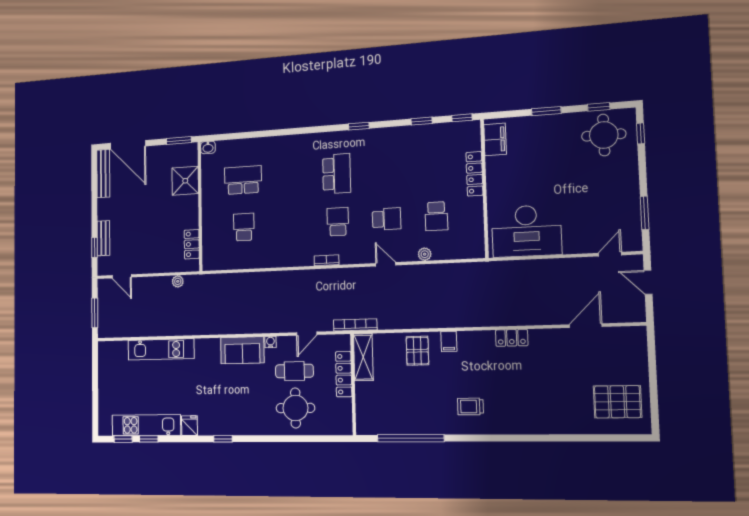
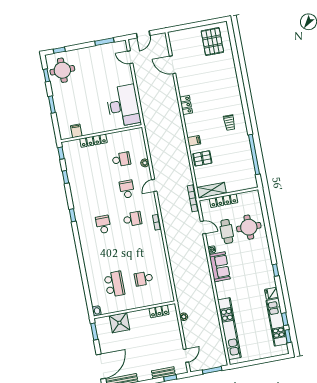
filing cabinet: (495, 139) -> (76, 131), width x0.50
school desk: (337, 174) -> (103, 224), width x0.54
school desk: (243, 180) -> (114, 284), turned 180
school desk: (338, 222) -> (132, 219), turned 180
kitchen unit: (161, 349) -> (229, 329), width x1.36

